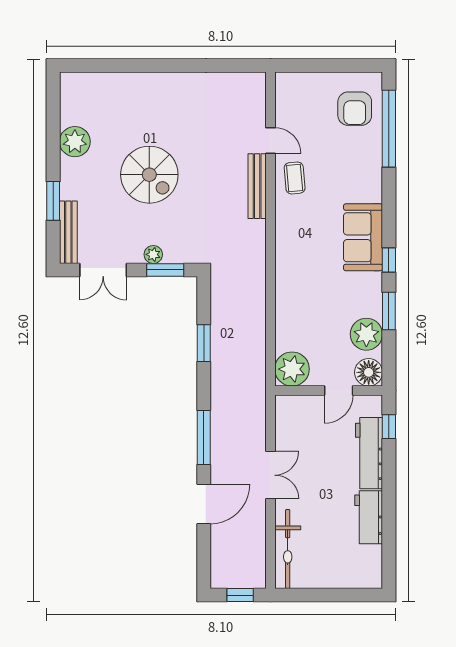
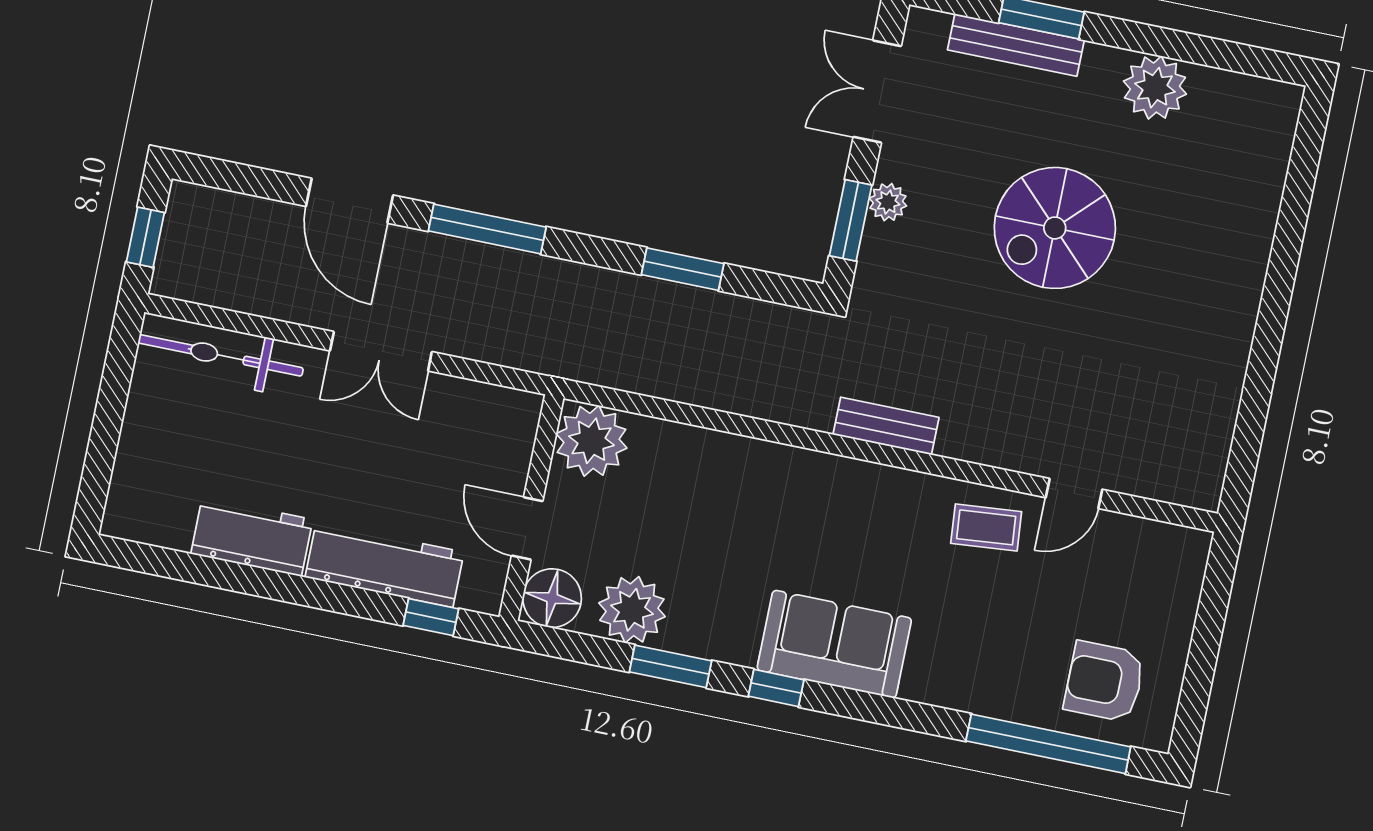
bench: (257, 186) -> (886, 426), moved, width x0.73
bench: (68, 232) -> (1016, 45), moved

